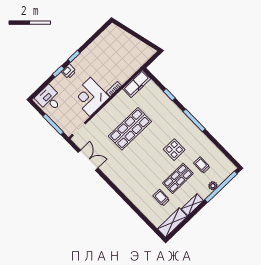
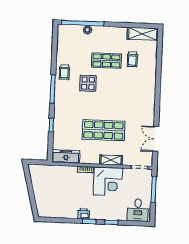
printer: (69, 71) -> (83, 214), moved
trolley: (202, 165) -> (64, 72), moved
shelving: (192, 205) -> (111, 160), moved

